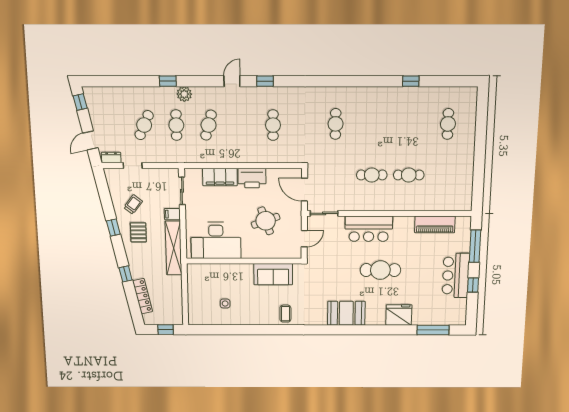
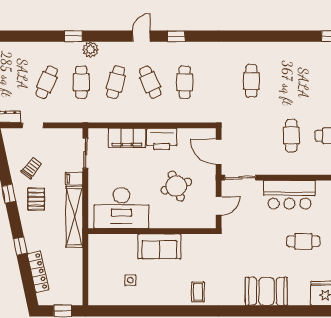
cafe table: (241, 125) -> (150, 82), added
cafe table: (372, 175) -> (291, 136), turned 90
cafe table: (380, 270) -> (303, 241), width x0.73, depth x0.74
sofa: (273, 274) -> (159, 246), moved

